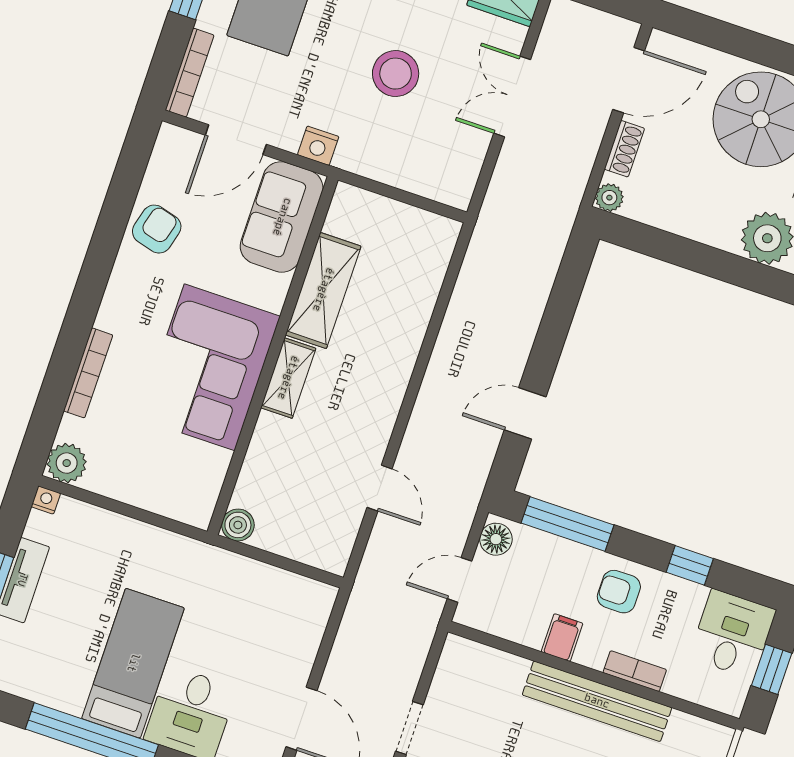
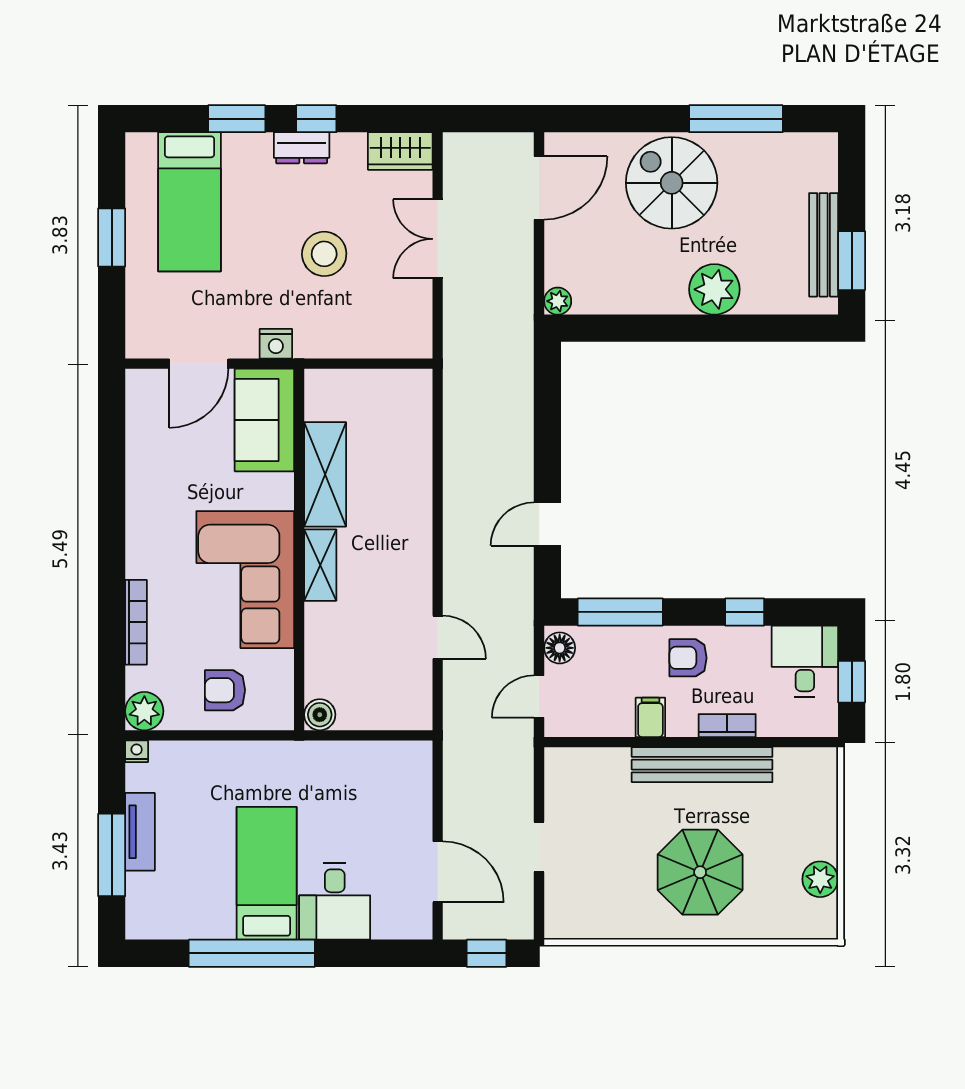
bookcase: (190, 73) -> (136, 317), removed
shoe rack: (624, 149) -> (556, 252), removed
armchair: (157, 229) -> (225, 690), moved, turned -105

